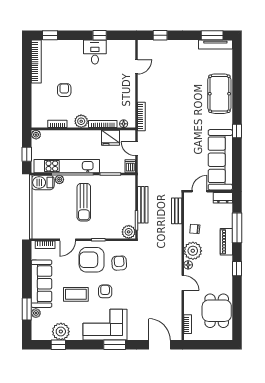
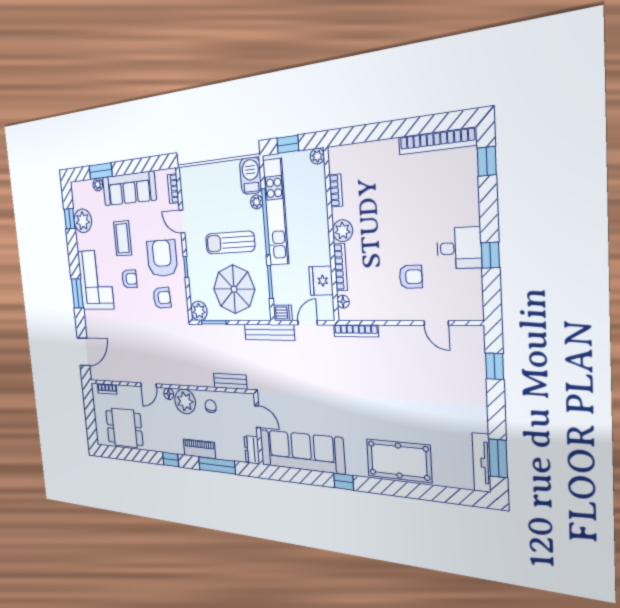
armchair: (64, 90) -> (411, 277), moved
parasol: (114, 202) -> (234, 289), added
bench: (143, 205) -> (269, 332), moved

